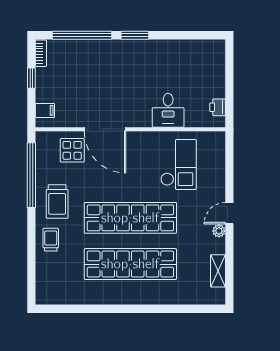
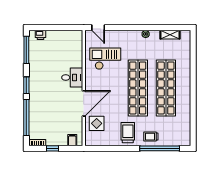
window: (193, 35) -> (26, 50), added
printer: (218, 107) -> (40, 35), moved
desk: (168, 110) -> (72, 77), moved
window: (31, 175) -> (160, 148), moved
trolley: (57, 202) -> (128, 133), turned -90
door: (229, 213) -> (98, 28), moved

